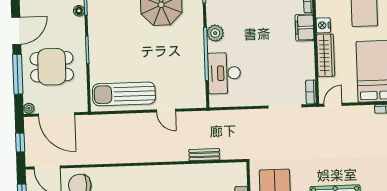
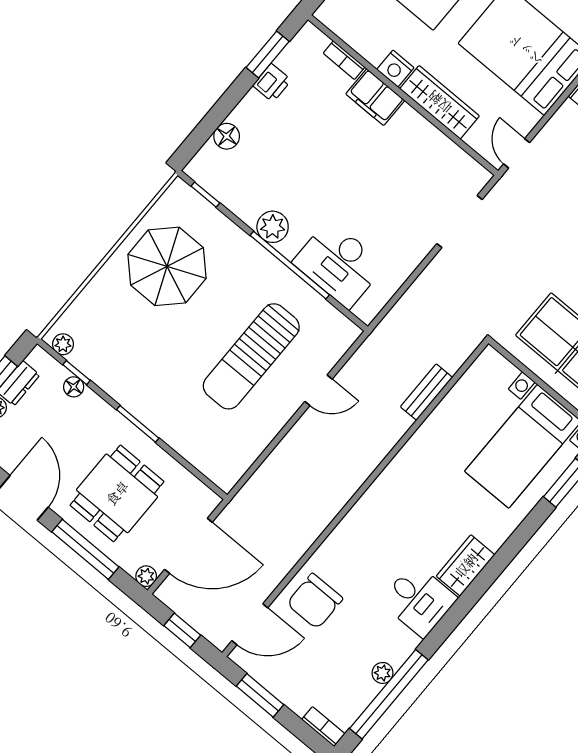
bookcase: (311, 92) -> (472, 168), removed
sun lounger: (124, 94) -> (251, 356), moved

